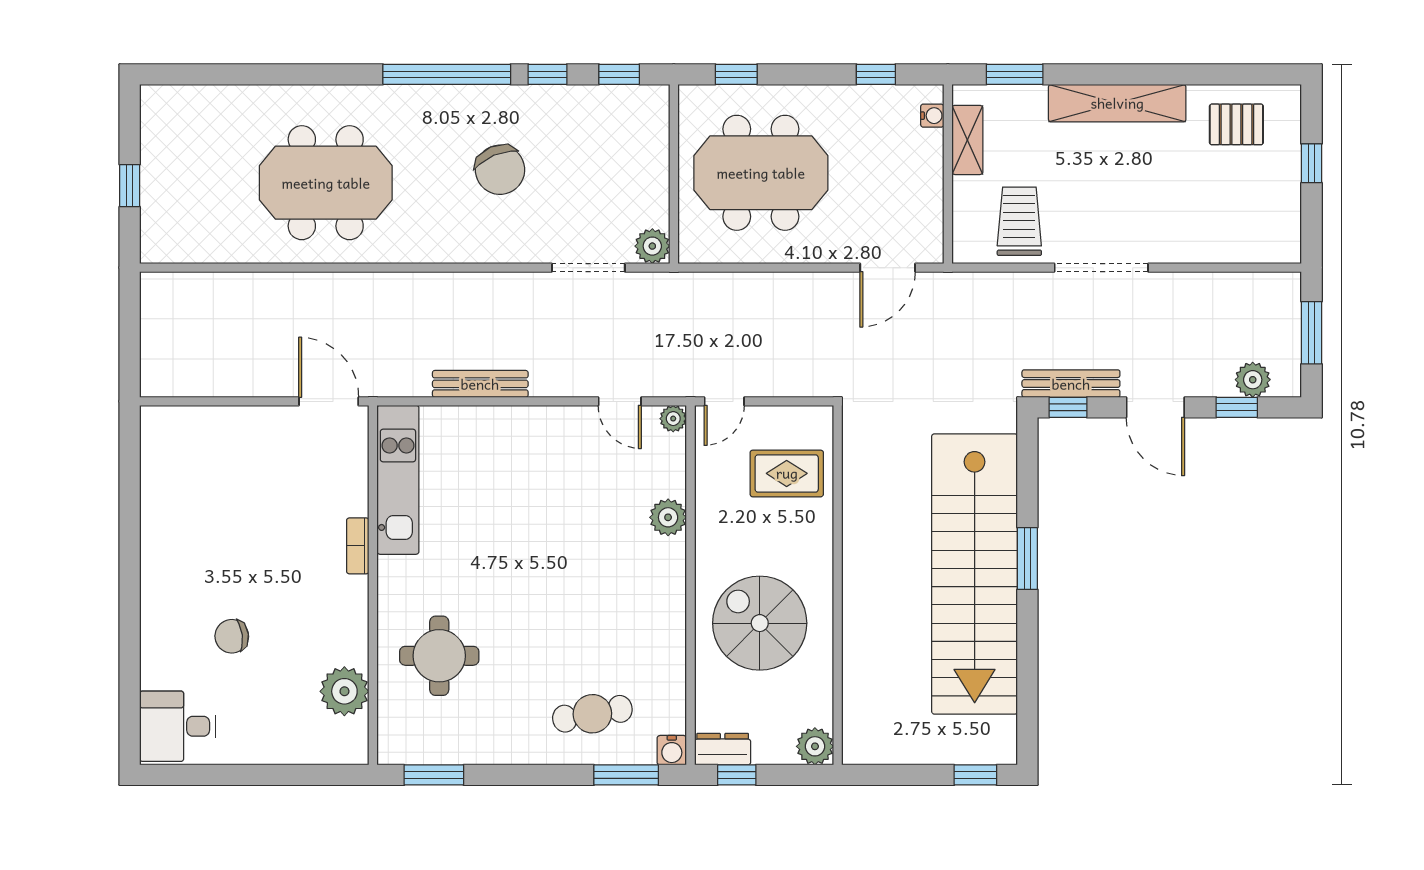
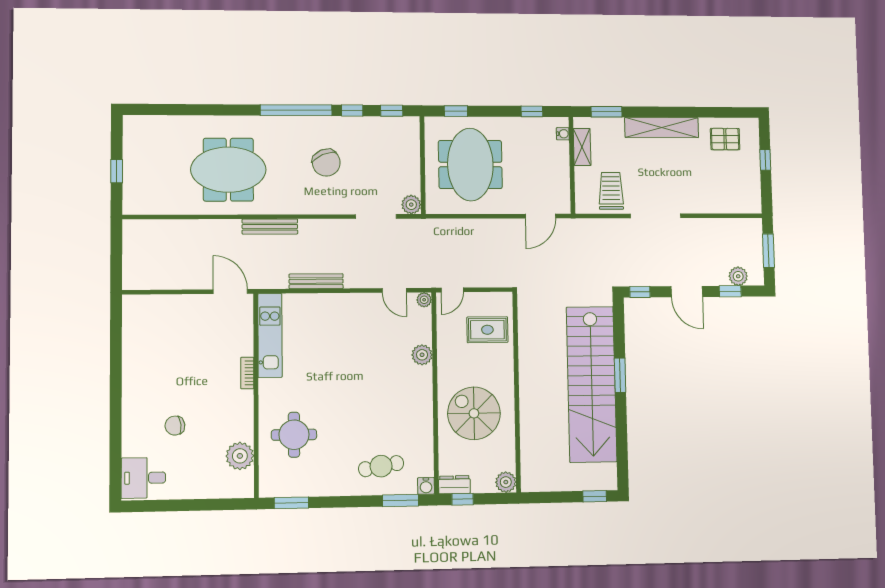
meeting table: (761, 173) -> (470, 165), turned 90
bench: (1071, 384) -> (270, 227), moved

